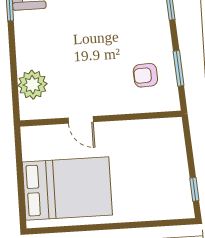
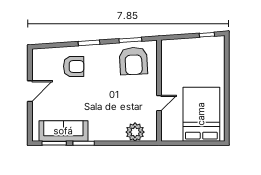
armchair: (145, 75) -> (133, 61), width x1.88, depth x1.88

